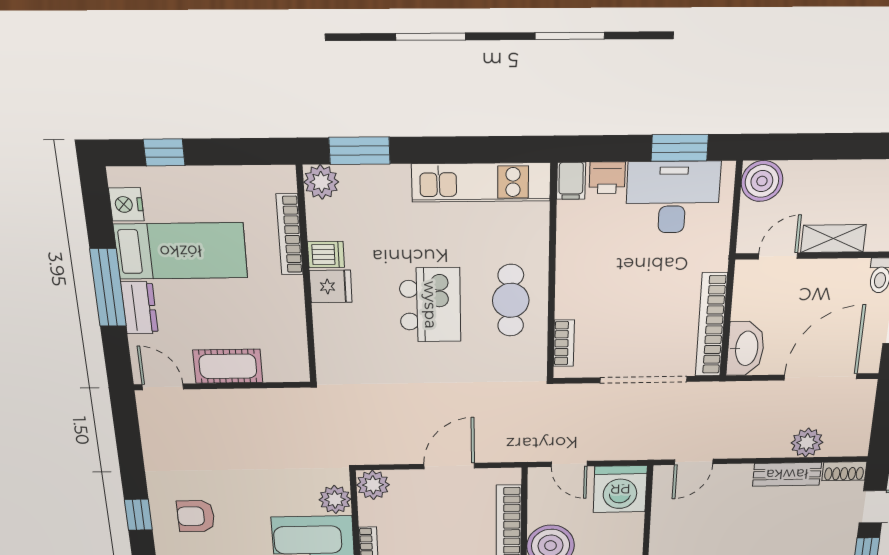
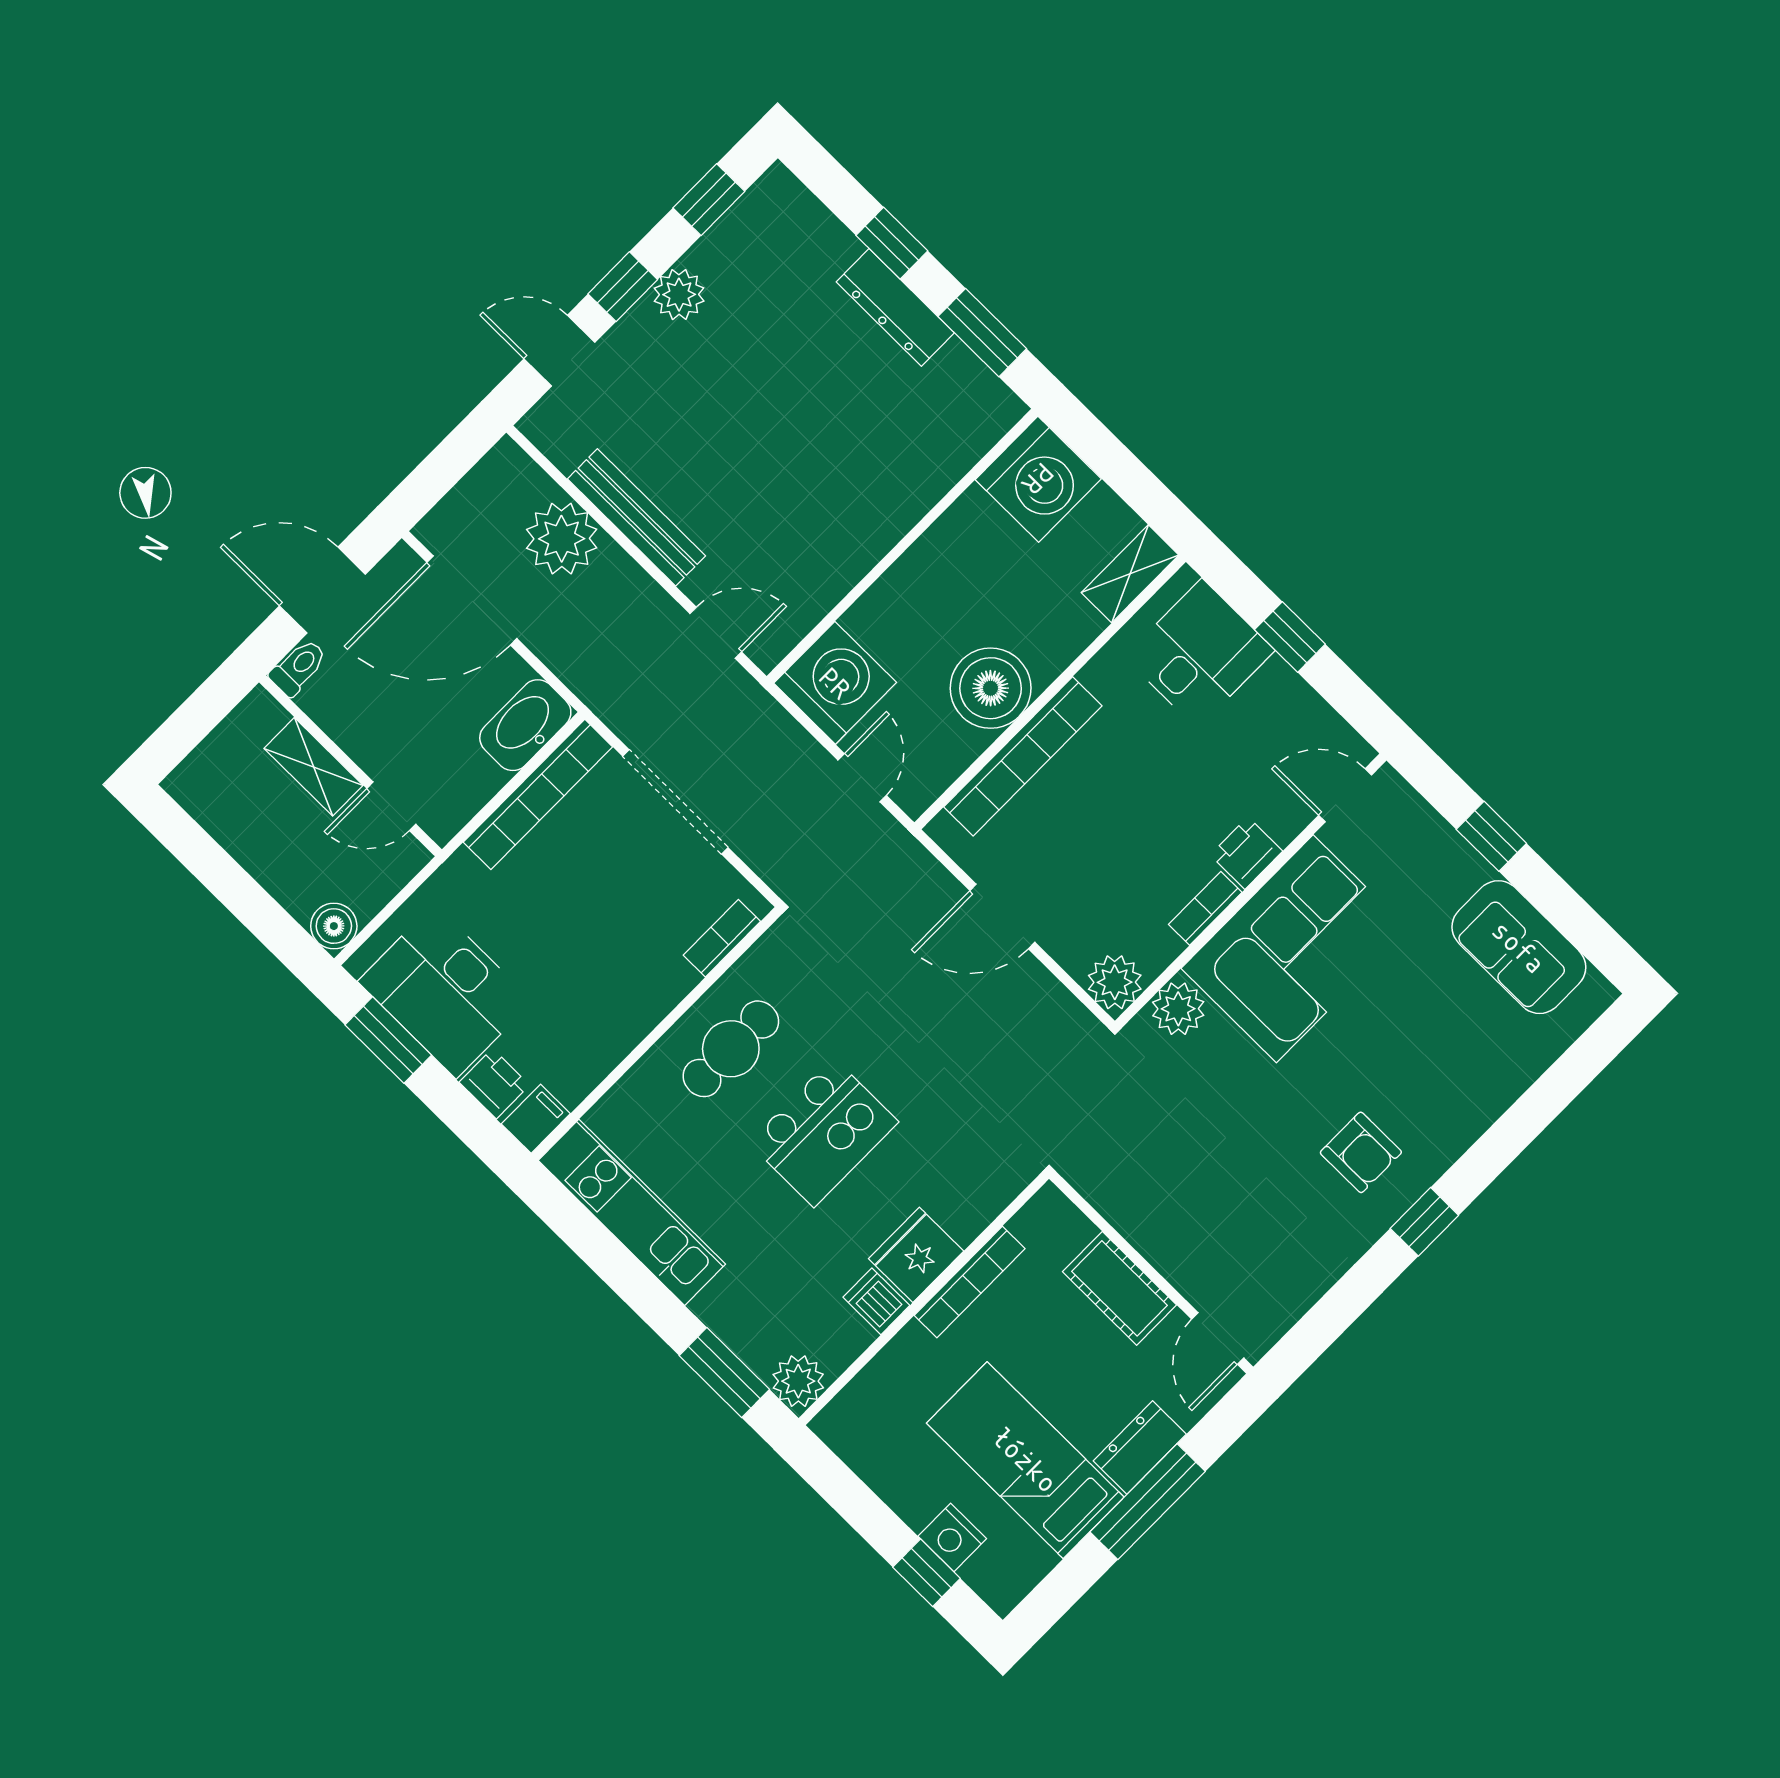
boiler: (762, 181) -> (334, 926), width x0.73, depth x0.73
nightstand: (126, 204) -> (952, 1537), moved, turned 90
bookcase: (290, 235) -> (970, 1282), moved
fridge: (331, 286) -> (916, 1255), width x1.38
kitchen island: (430, 305) -> (824, 1132), turned 180
plant: (807, 443) -> (562, 539), width x1.36, depth x1.36
shoe rack: (844, 471) -> (551, 438), removed
bench: (787, 474) -> (636, 517), width x1.36

